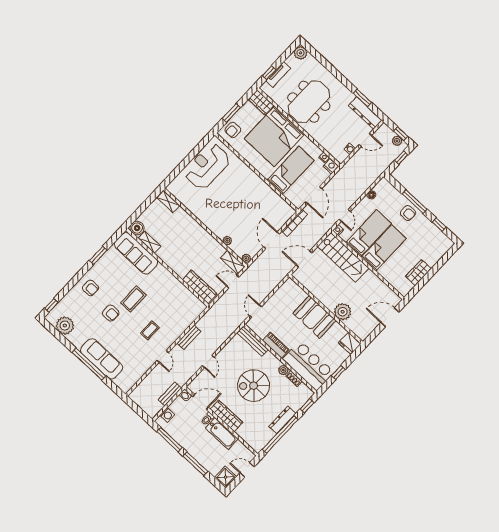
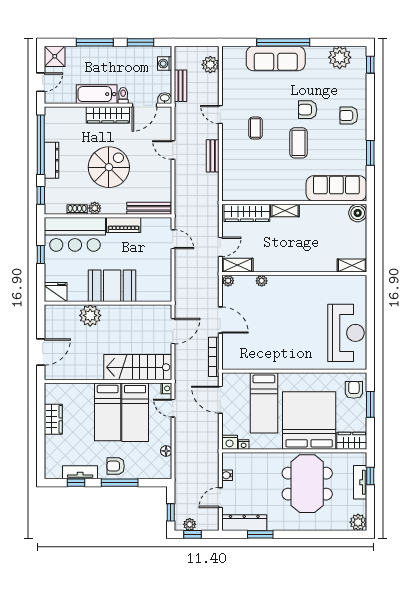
tv unit: (431, 228) -> (80, 472), added
shelving: (149, 242) -> (285, 211), moved
plant: (142, 390) -> (210, 65), added
window: (170, 440) -> (140, 42), width x0.69

